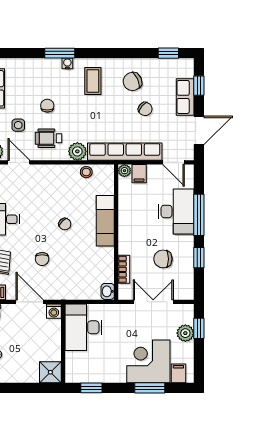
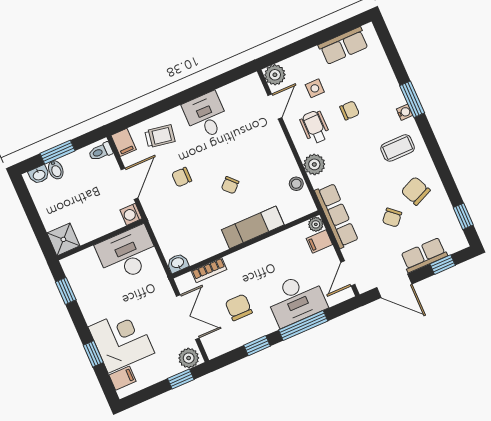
row of seats: (125, 152) -> (336, 216), width x0.73
plant: (185, 333) -> (189, 358), moved
window: (150, 388) -> (93, 354), width x0.67

